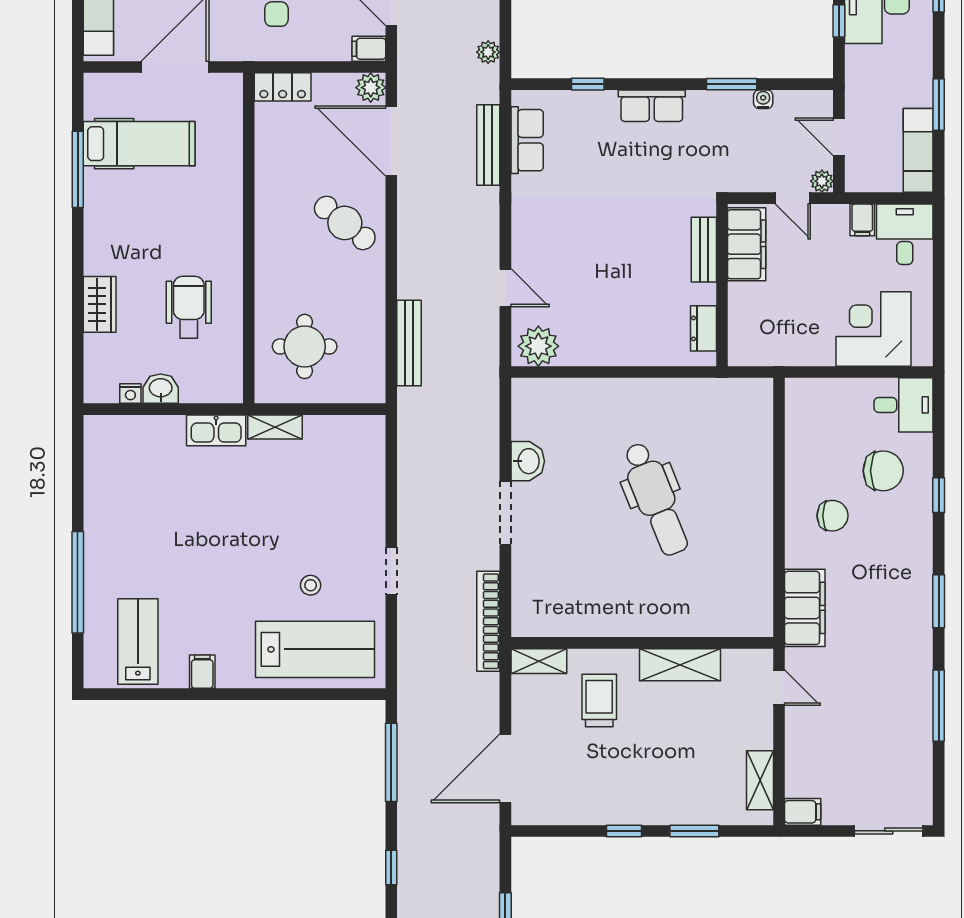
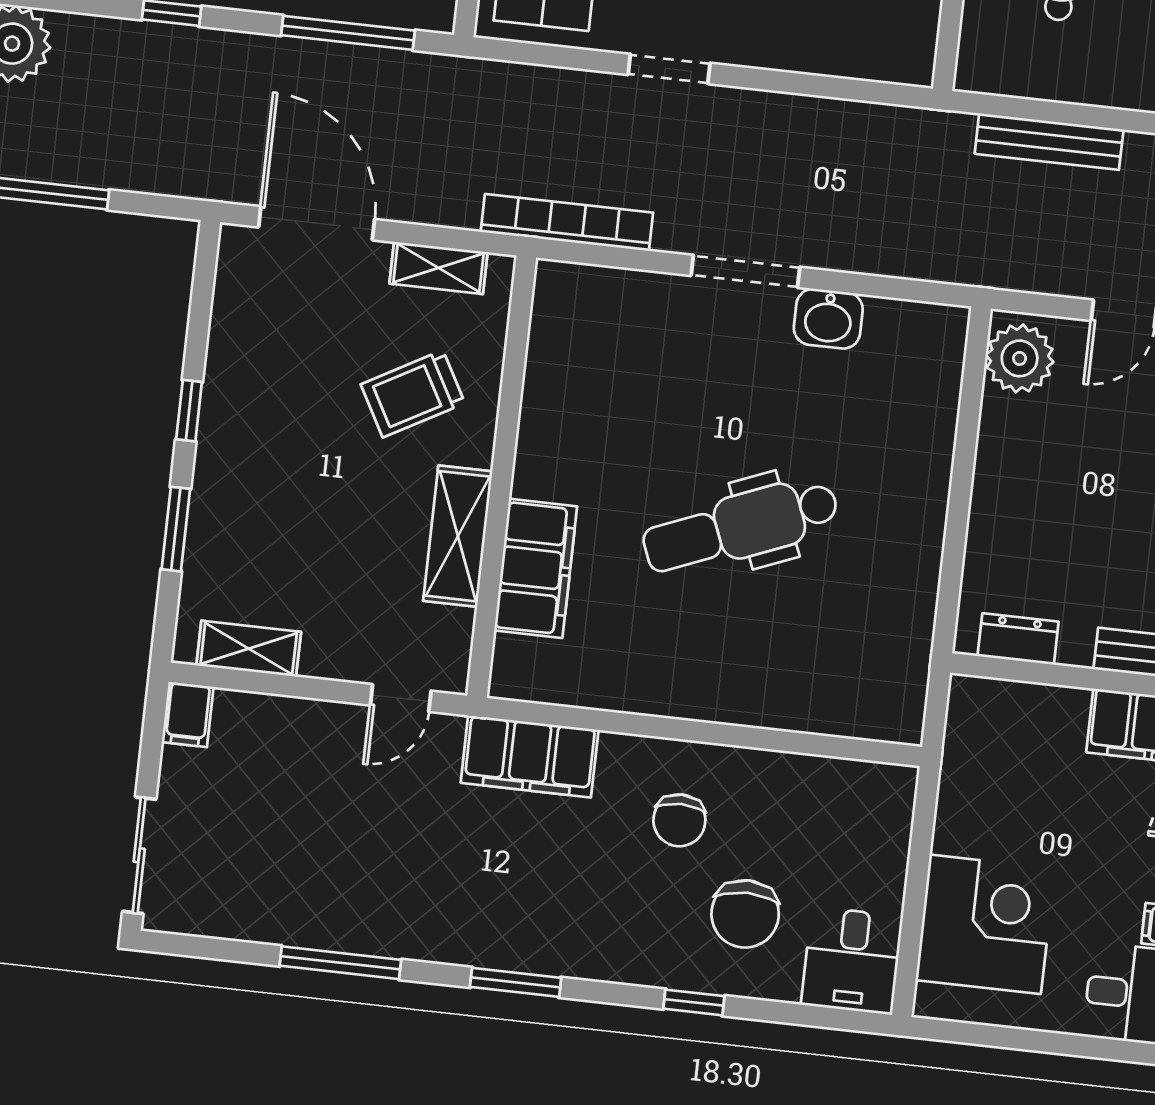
filing cabinet: (694, 617) -> (536, 568), added
shelving: (539, 661) -> (439, 268), moved, turned 90
trolley: (599, 701) -> (413, 394), turned 151

